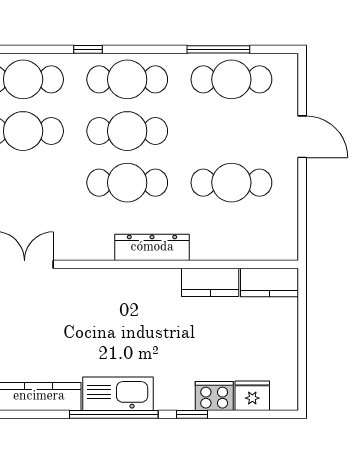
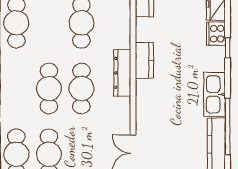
cafe table: (127, 79) -> (16, 89), removed
kitchen counter: (210, 282) -> (144, 60), moved
window: (114, 414) -> (228, 127), moved

